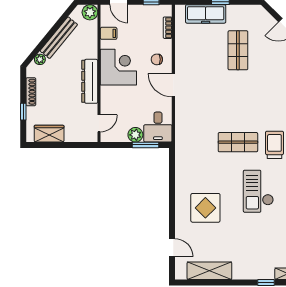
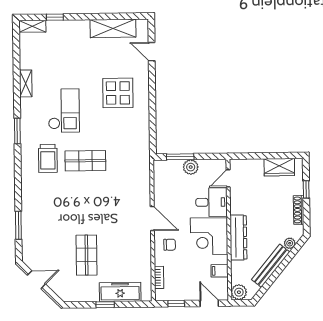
dresser: (90, 81) -> (238, 238), moved
desk: (158, 127) -> (212, 202), moved, turned 90

